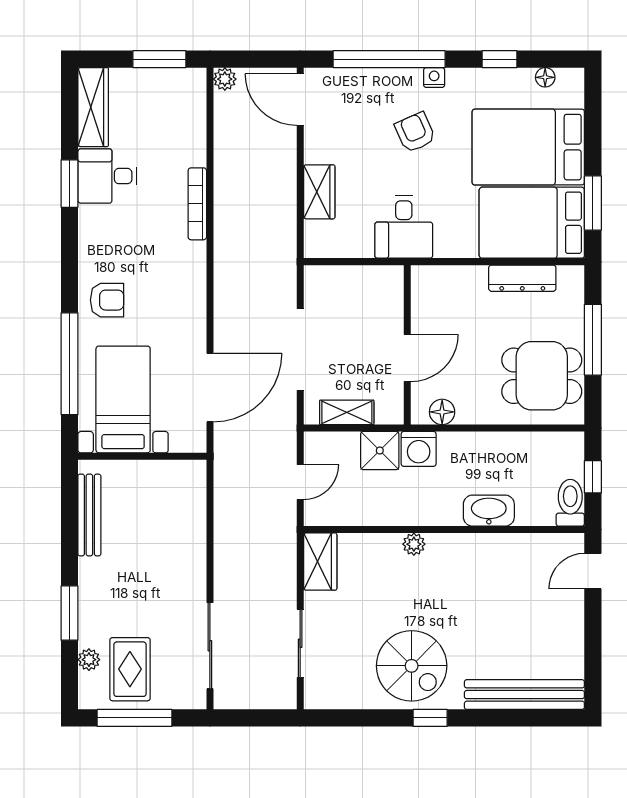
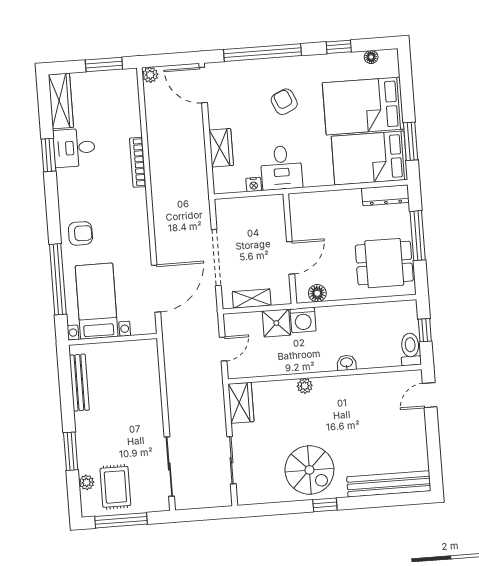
nightstand: (434, 78) -> (254, 184), moved, turned 180
dresser: (522, 278) -> (385, 195), moved
washbasin: (489, 511) -> (347, 363), width x0.52, depth x0.69

